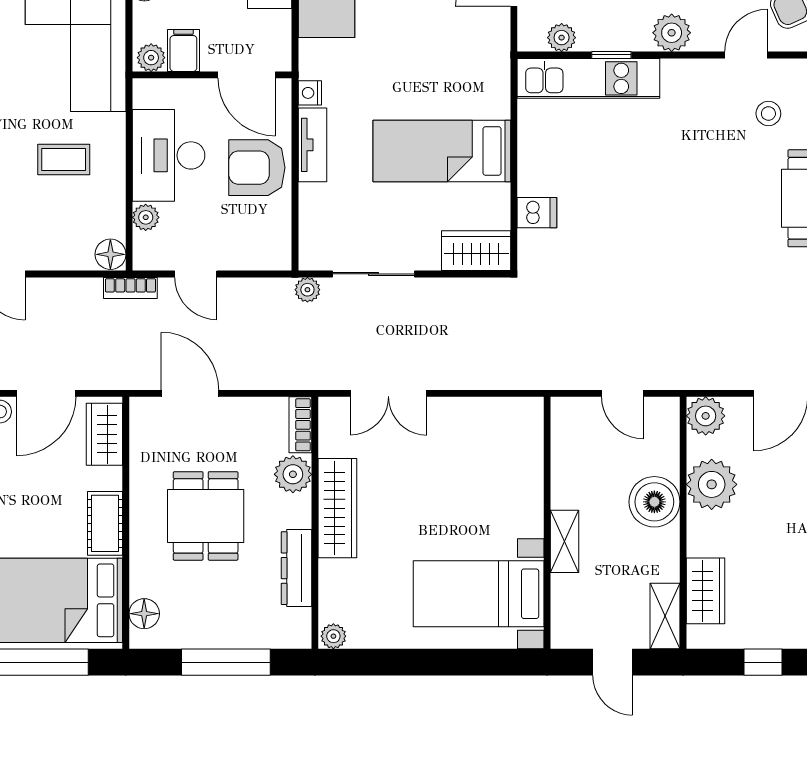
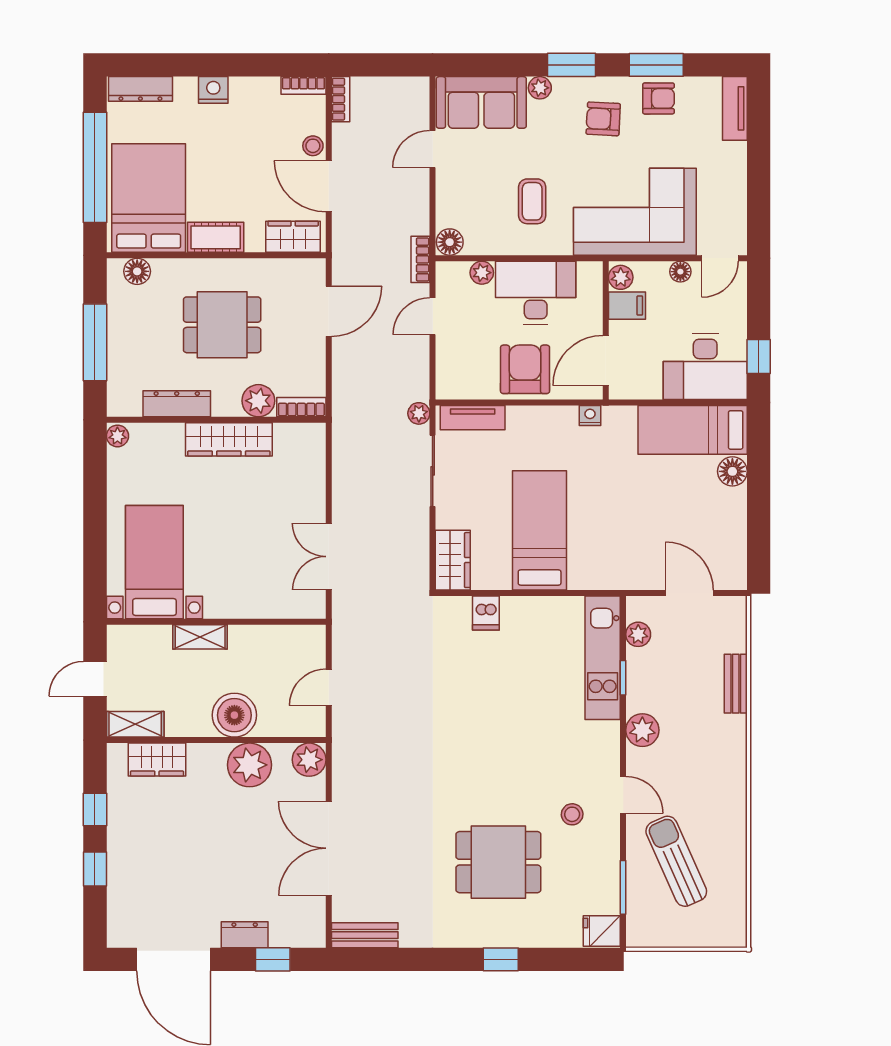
tv unit: (312, 145) -> (473, 418), moved
double door: (388, 393) -> (329, 557), moved

